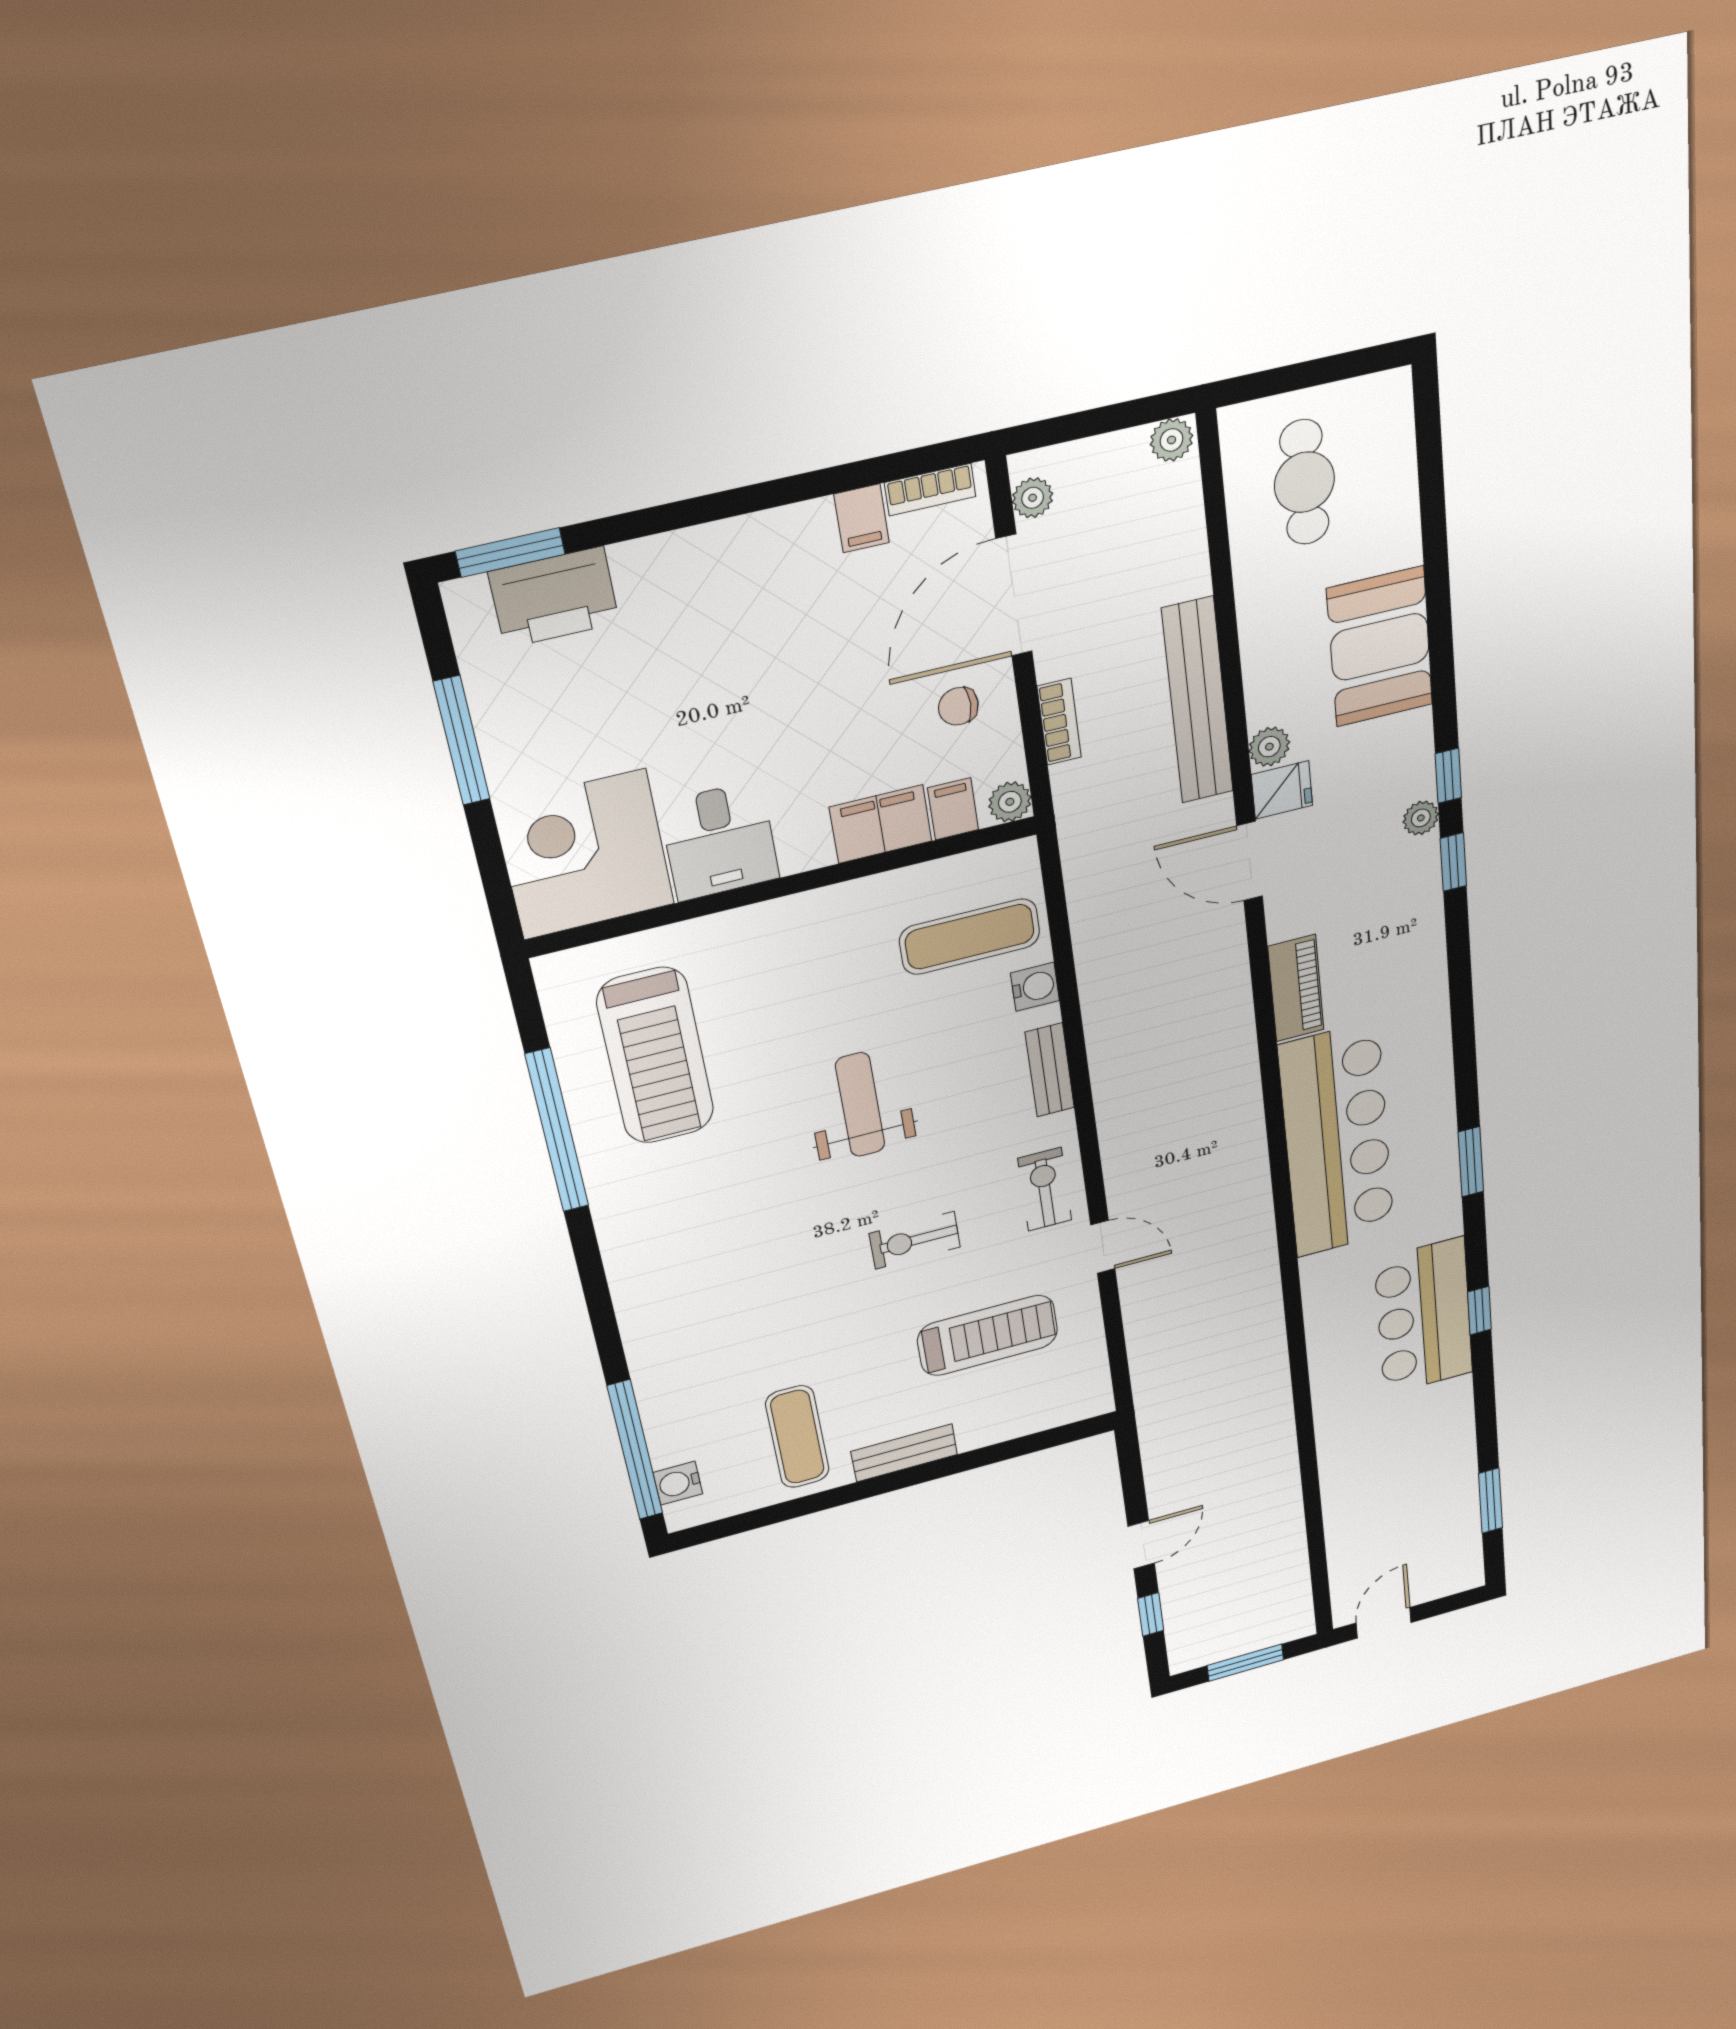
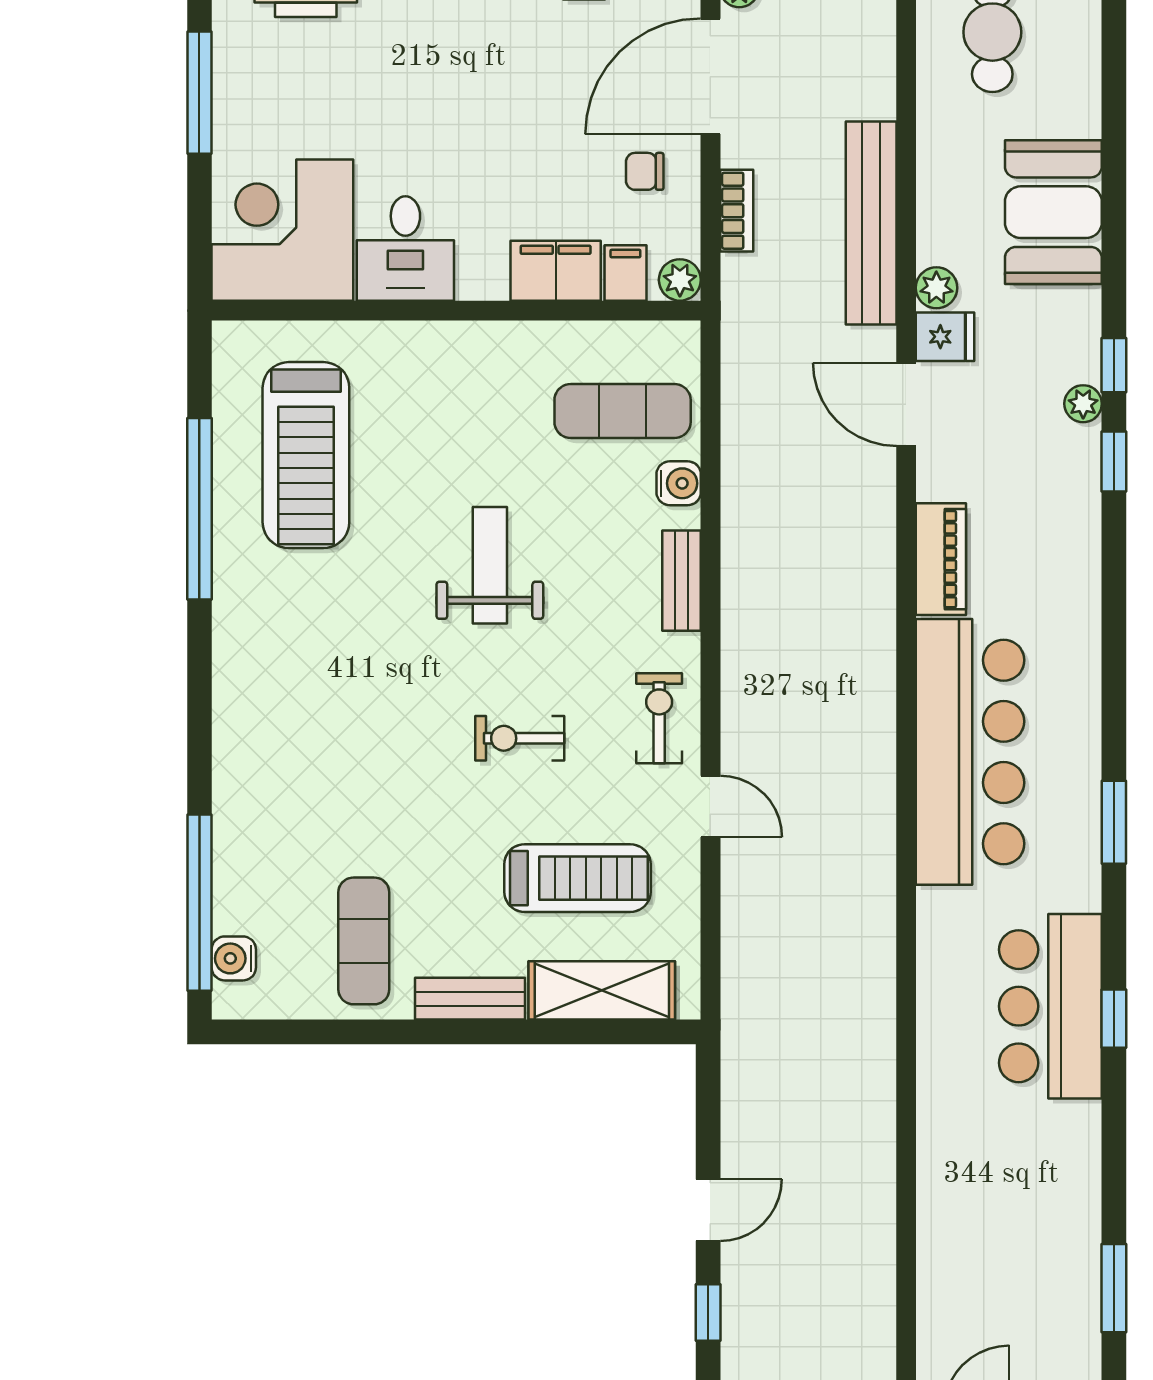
shelving: (1024, 1414) -> (602, 990), added

